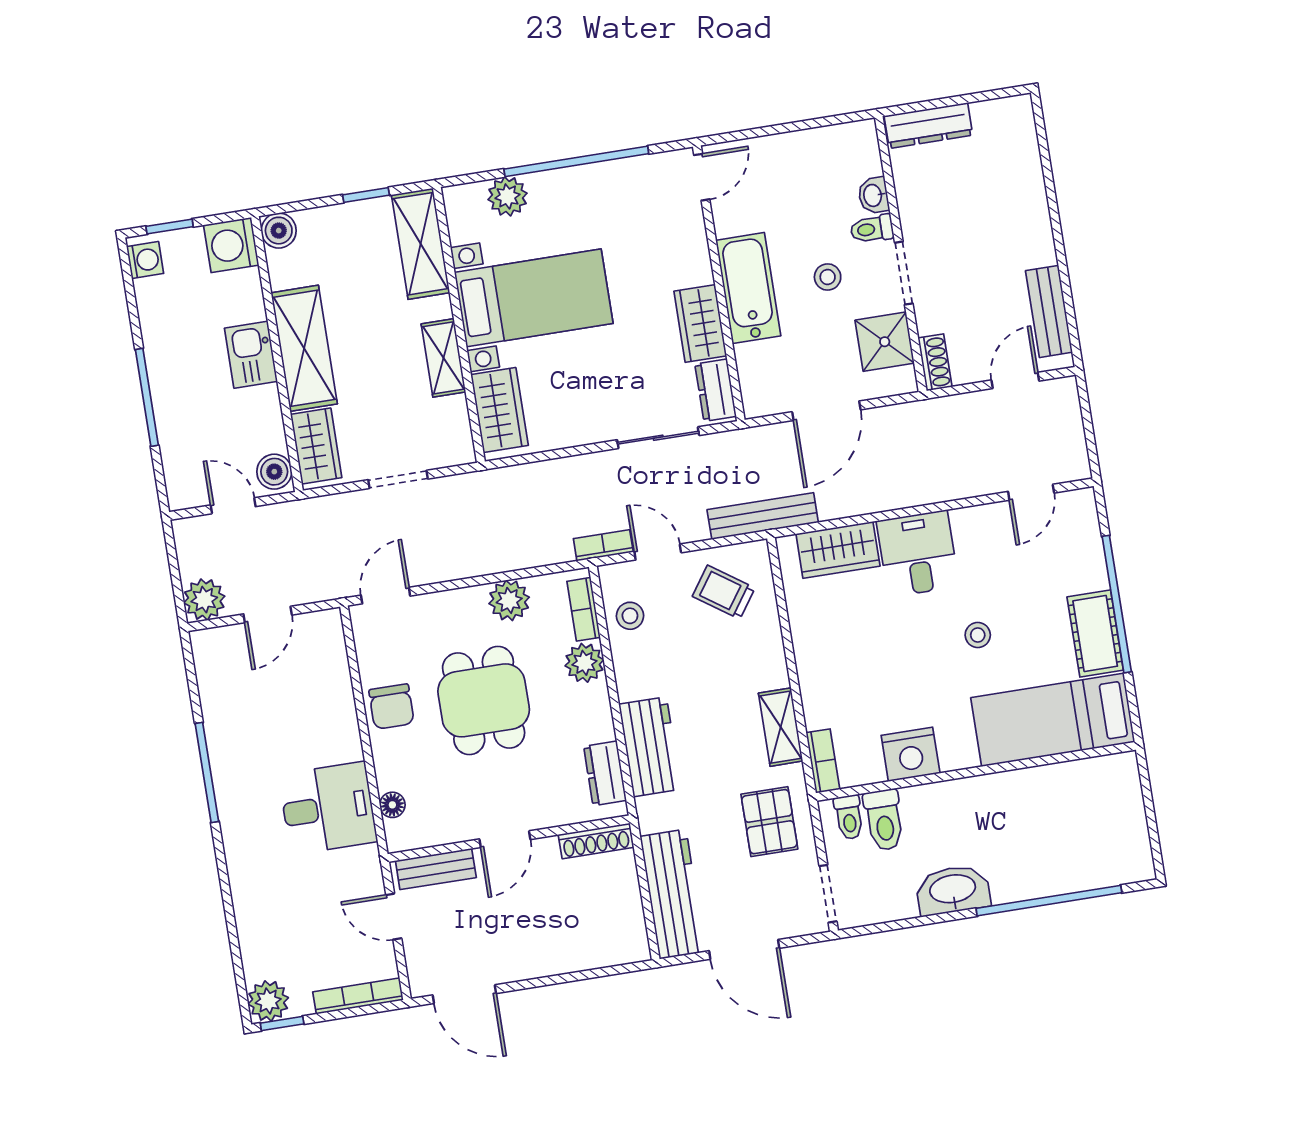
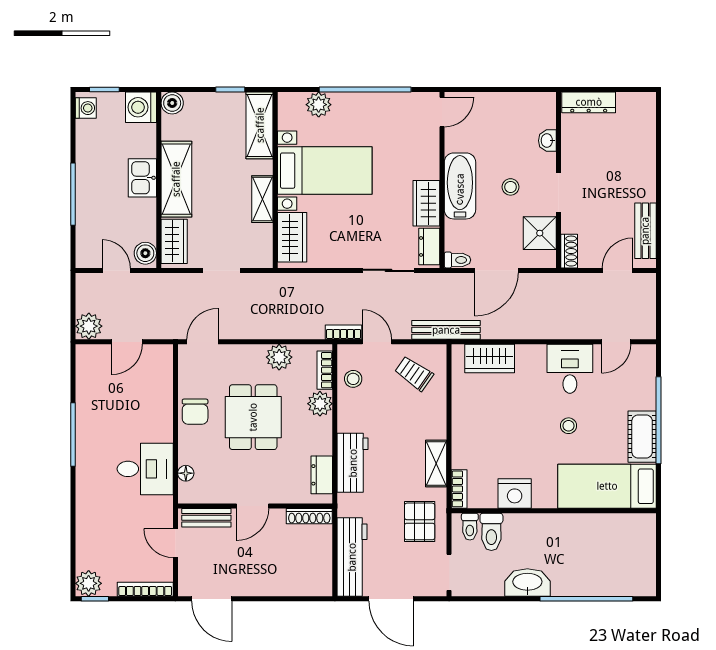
toilet: (872, 229) -> (457, 260), moved, turned 180
desk: (918, 554) -> (570, 369), moved

